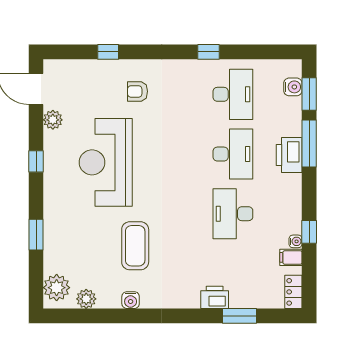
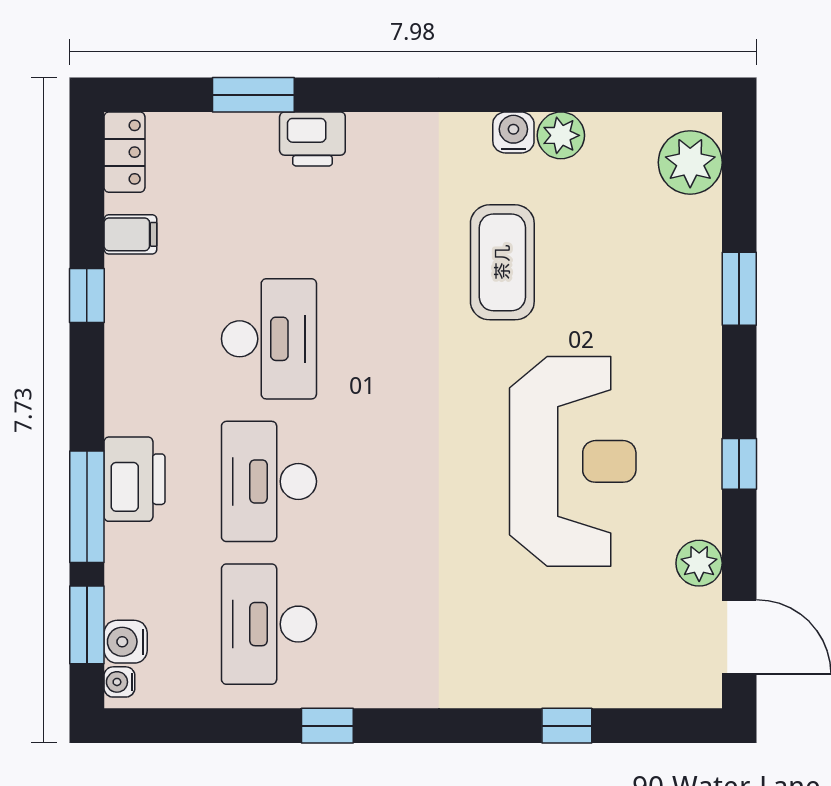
armchair: (137, 91) -> (497, 631), removed
water cooler: (296, 241) -> (119, 682), moved
plant: (86, 299) -> (561, 135), moved

